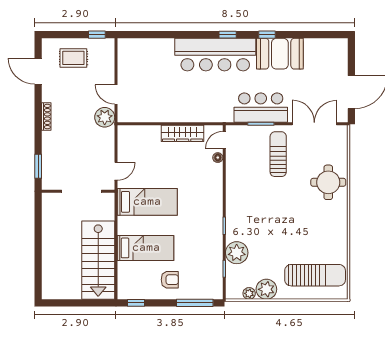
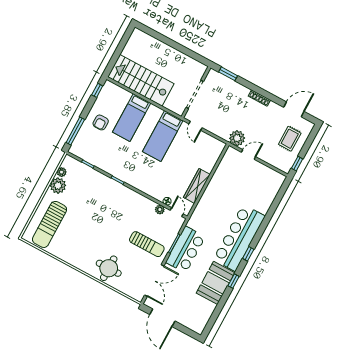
plant: (237, 253) -> (160, 210), moved, width x0.53, depth x0.53

